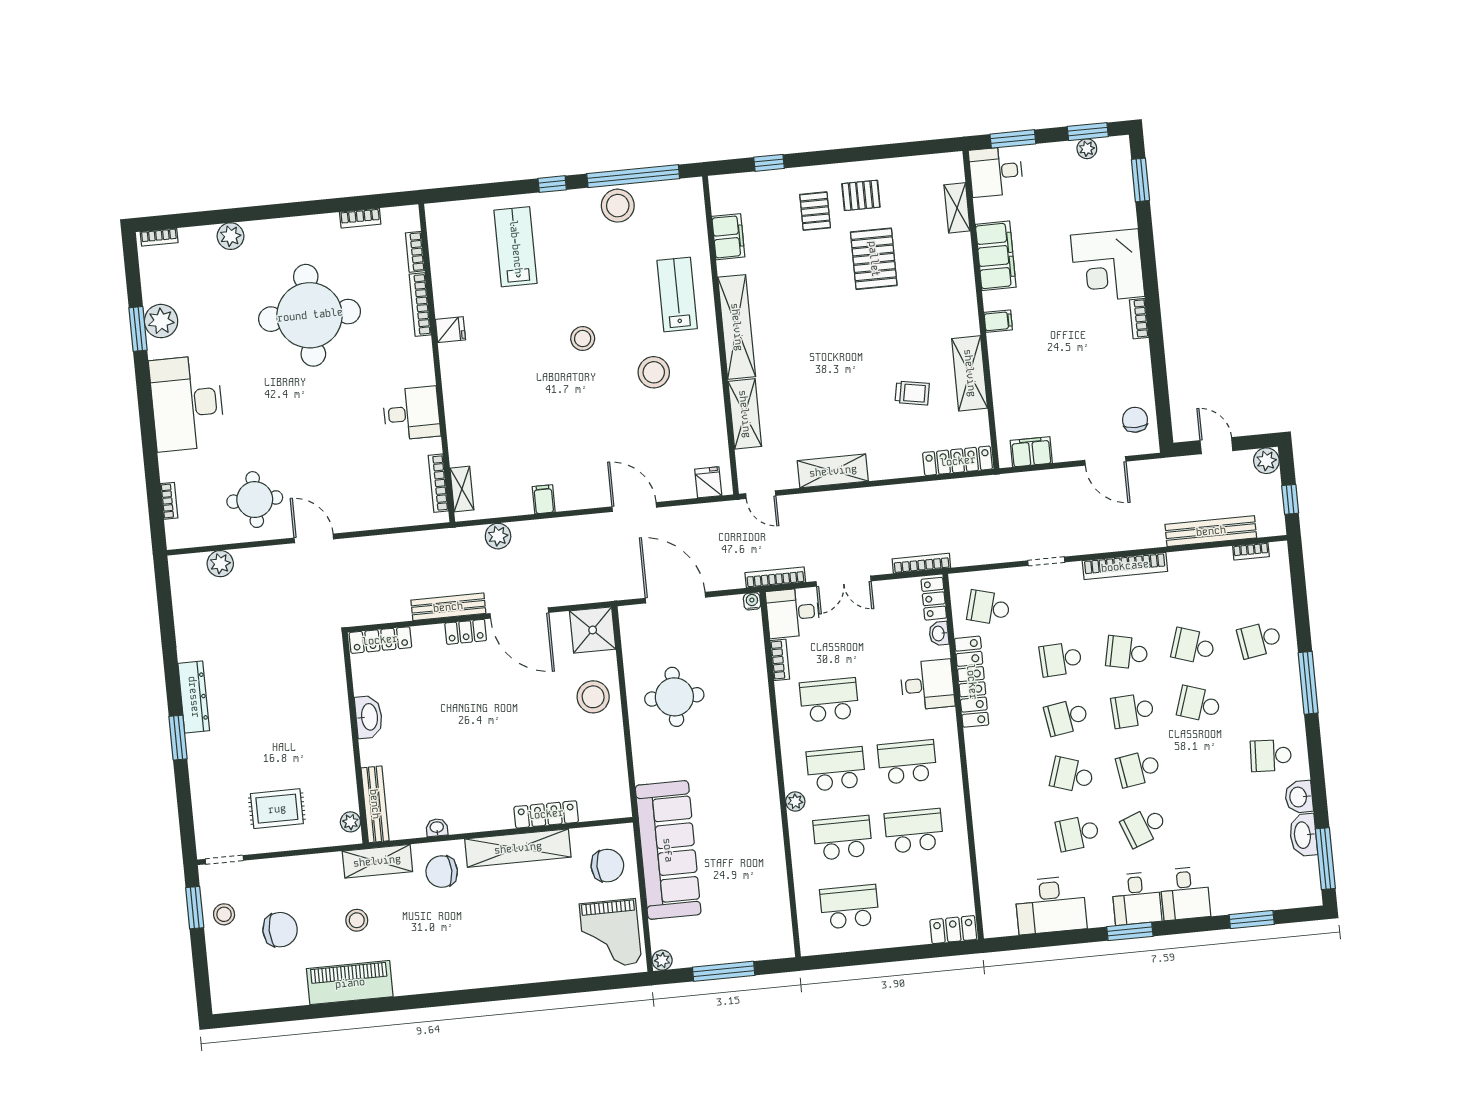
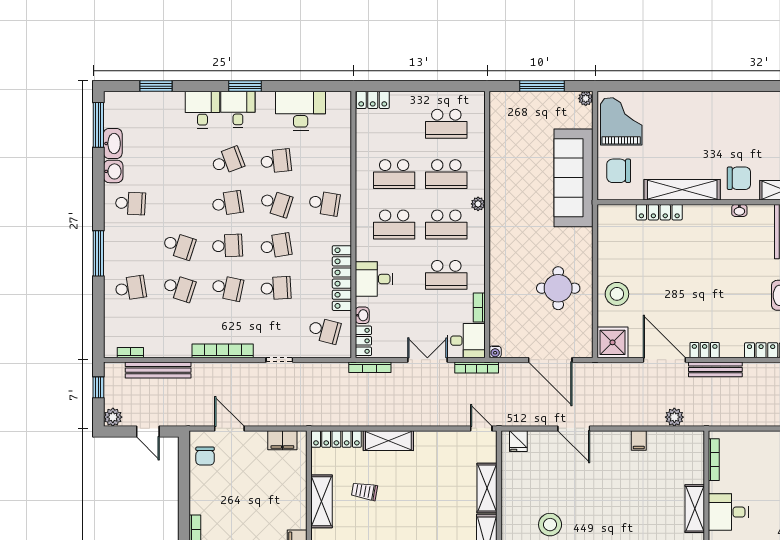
shelving: (833, 471) -> (388, 441), moved
shelving: (462, 489) -> (695, 509), moved, width x1.50, depth x1.33
school desk: (1006, 782) -> (324, 203), added

